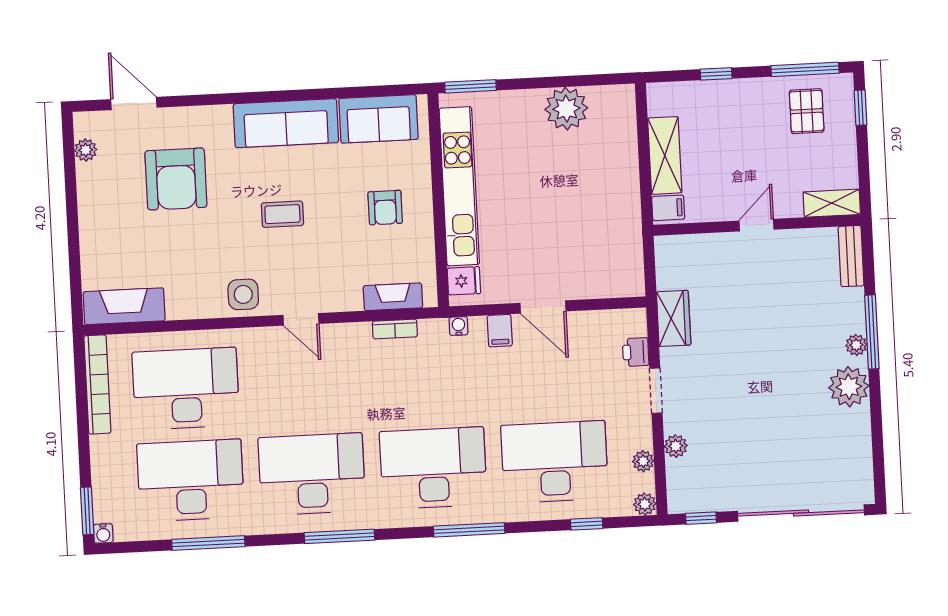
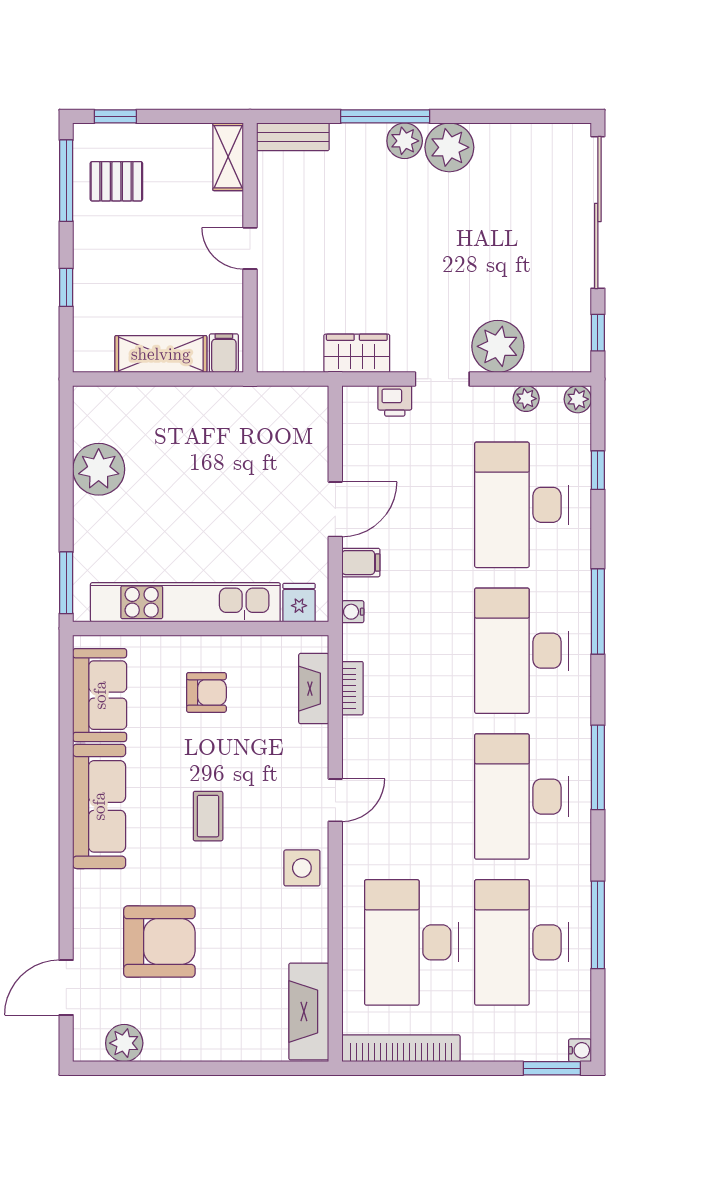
plant: (86, 150) -> (124, 1043), width x1.38, depth x1.38
plant: (856, 345) -> (405, 141), width x1.38, depth x1.38
plant: (676, 446) -> (498, 346), width x1.88, depth x1.88

